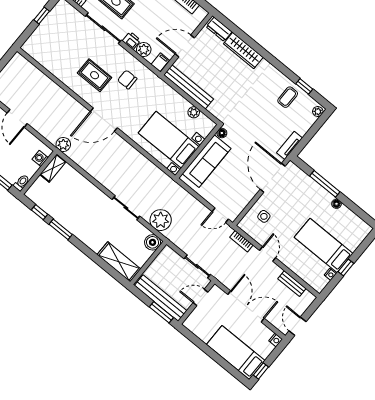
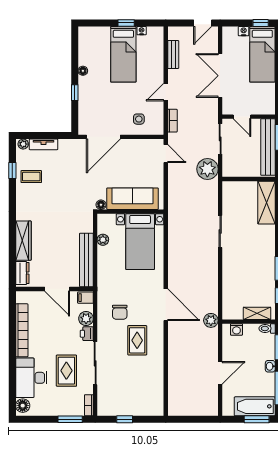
tv unit: (290, 145) -> (44, 144), moved
shelving: (53, 168) -> (257, 313), moved
window: (325, 184) -> (75, 93), width x0.46
plant: (161, 220) -> (207, 169), moved
boiler: (153, 242) -> (230, 189), removed
nightstand: (276, 340) -> (244, 31), moved

